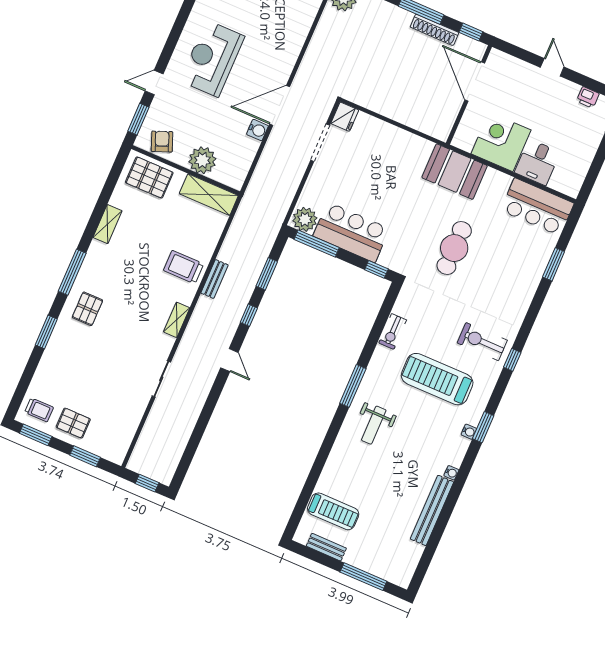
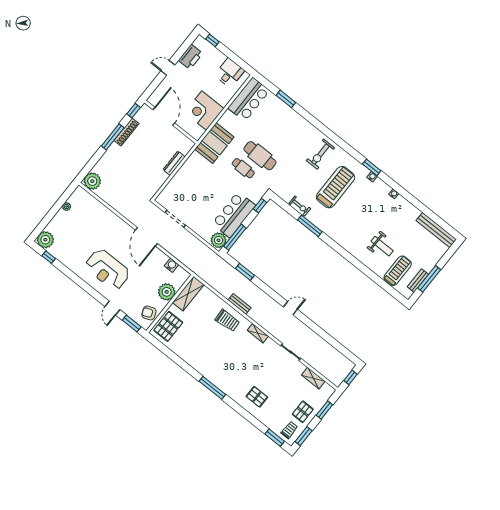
door: (475, 82) -> (164, 116), swing flipped
printer: (588, 97) -> (190, 57), width x1.87, depth x1.48
fridge: (345, 117) -> (164, 200), removed
dresser: (406, 117) -> (174, 163), added
water cooler: (257, 130) -> (171, 265), moved
desk: (537, 162) -> (229, 73), moved, turned -90
shelving: (108, 224) -> (313, 378), moved
cafe table: (428, 227) -> (243, 168), added
trolley: (184, 267) -> (227, 320), turned -94
pallet: (88, 309) -> (257, 397), moved
window: (249, 315) -> (267, 289), removed
window: (46, 332) -> (275, 438), moved
window: (512, 360) -> (336, 139), removed
treadmill: (437, 379) -> (335, 187), turned 180
window: (353, 386) -> (310, 226), moved
weight bench: (374, 425) -> (382, 246), moved
bench: (432, 510) -> (436, 230), moved
window: (363, 577) -> (429, 279), moved

